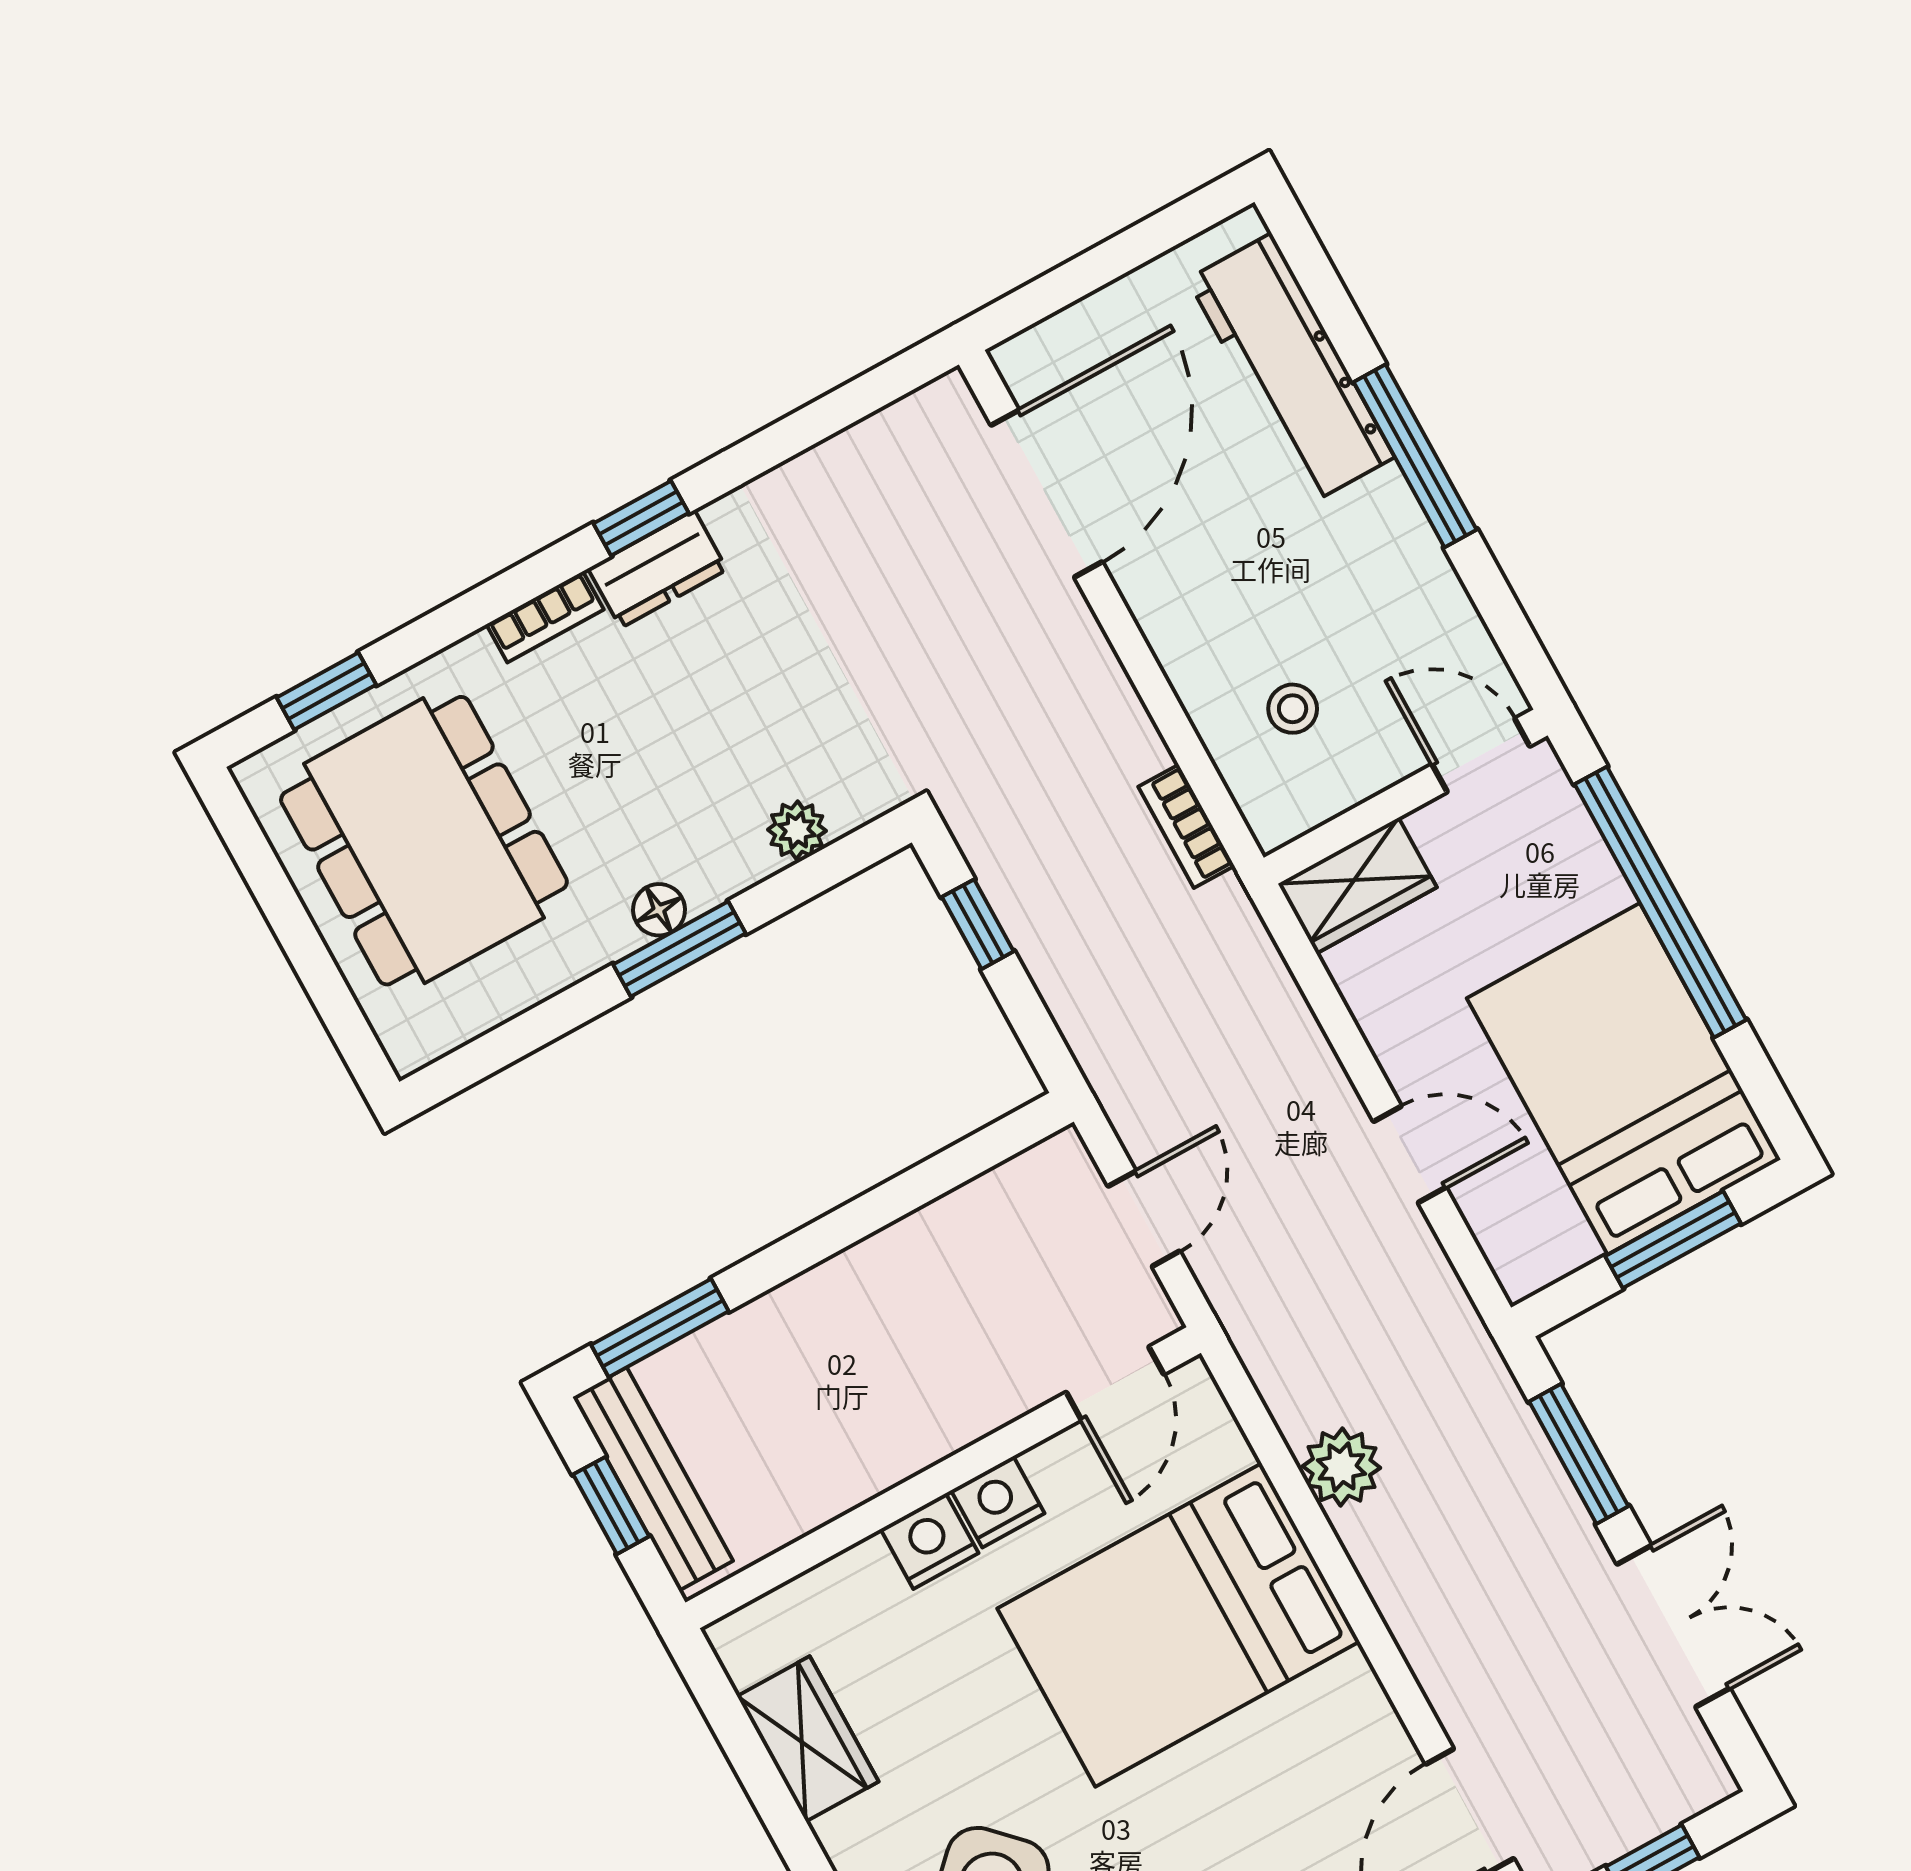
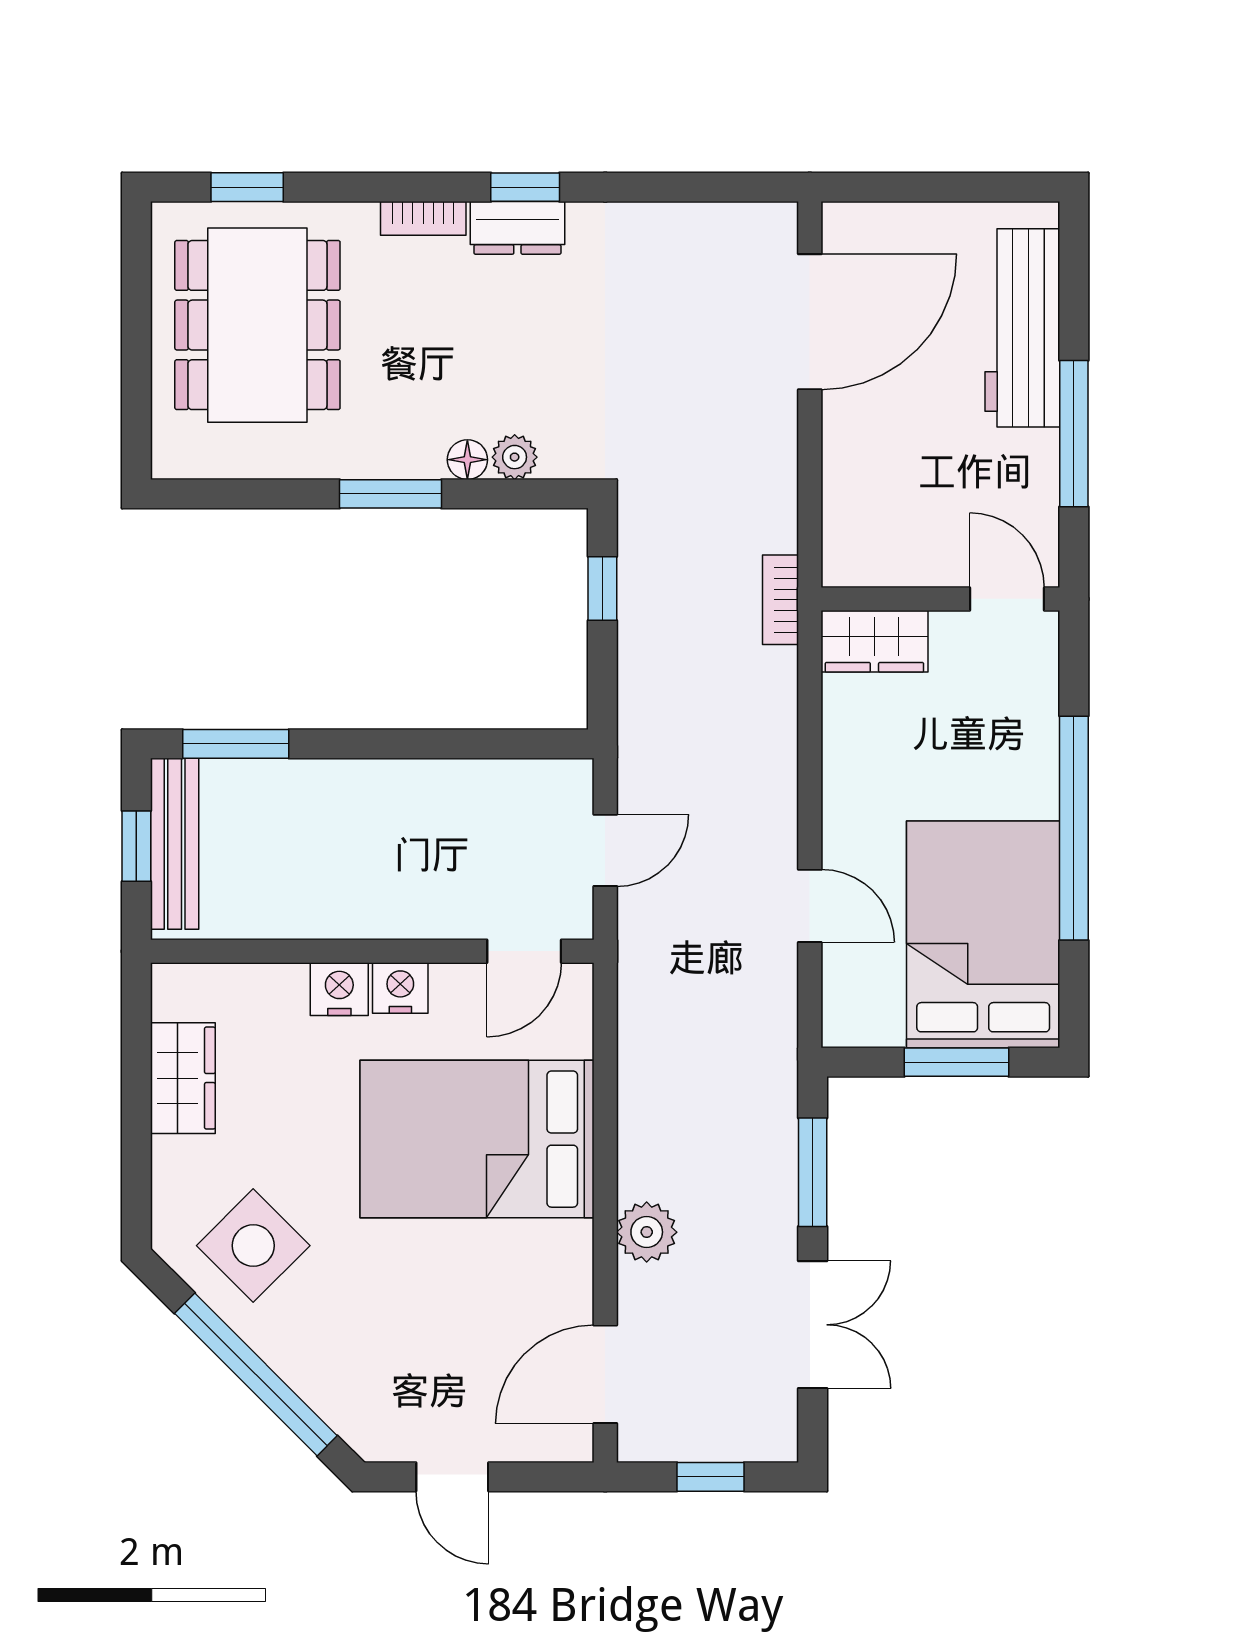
stool: (1293, 709) -> (896, 560), removed
door: (1481, 755) -> (1007, 599), moved
wall: (1406, 797) -> (940, 599), moved
wardrobe: (1357, 885) -> (874, 641), moved
floor lamp: (659, 910) -> (467, 460), moved
plant: (1341, 1467) -> (647, 1232), moved

